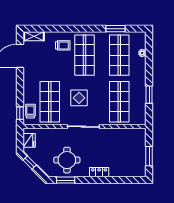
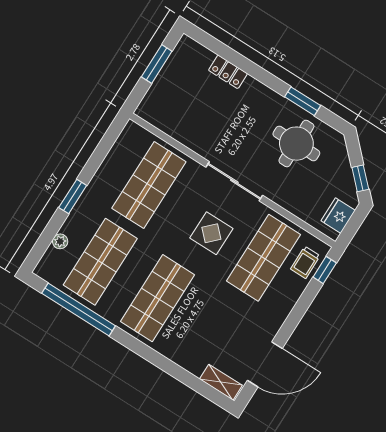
window: (115, 29) -> (79, 309), width x2.11
trolley: (63, 45) -> (183, 337), removed
window: (149, 95) -> (73, 196), moved
locker: (99, 172) -> (228, 72), moved
window: (66, 180) -> (303, 101), moved

